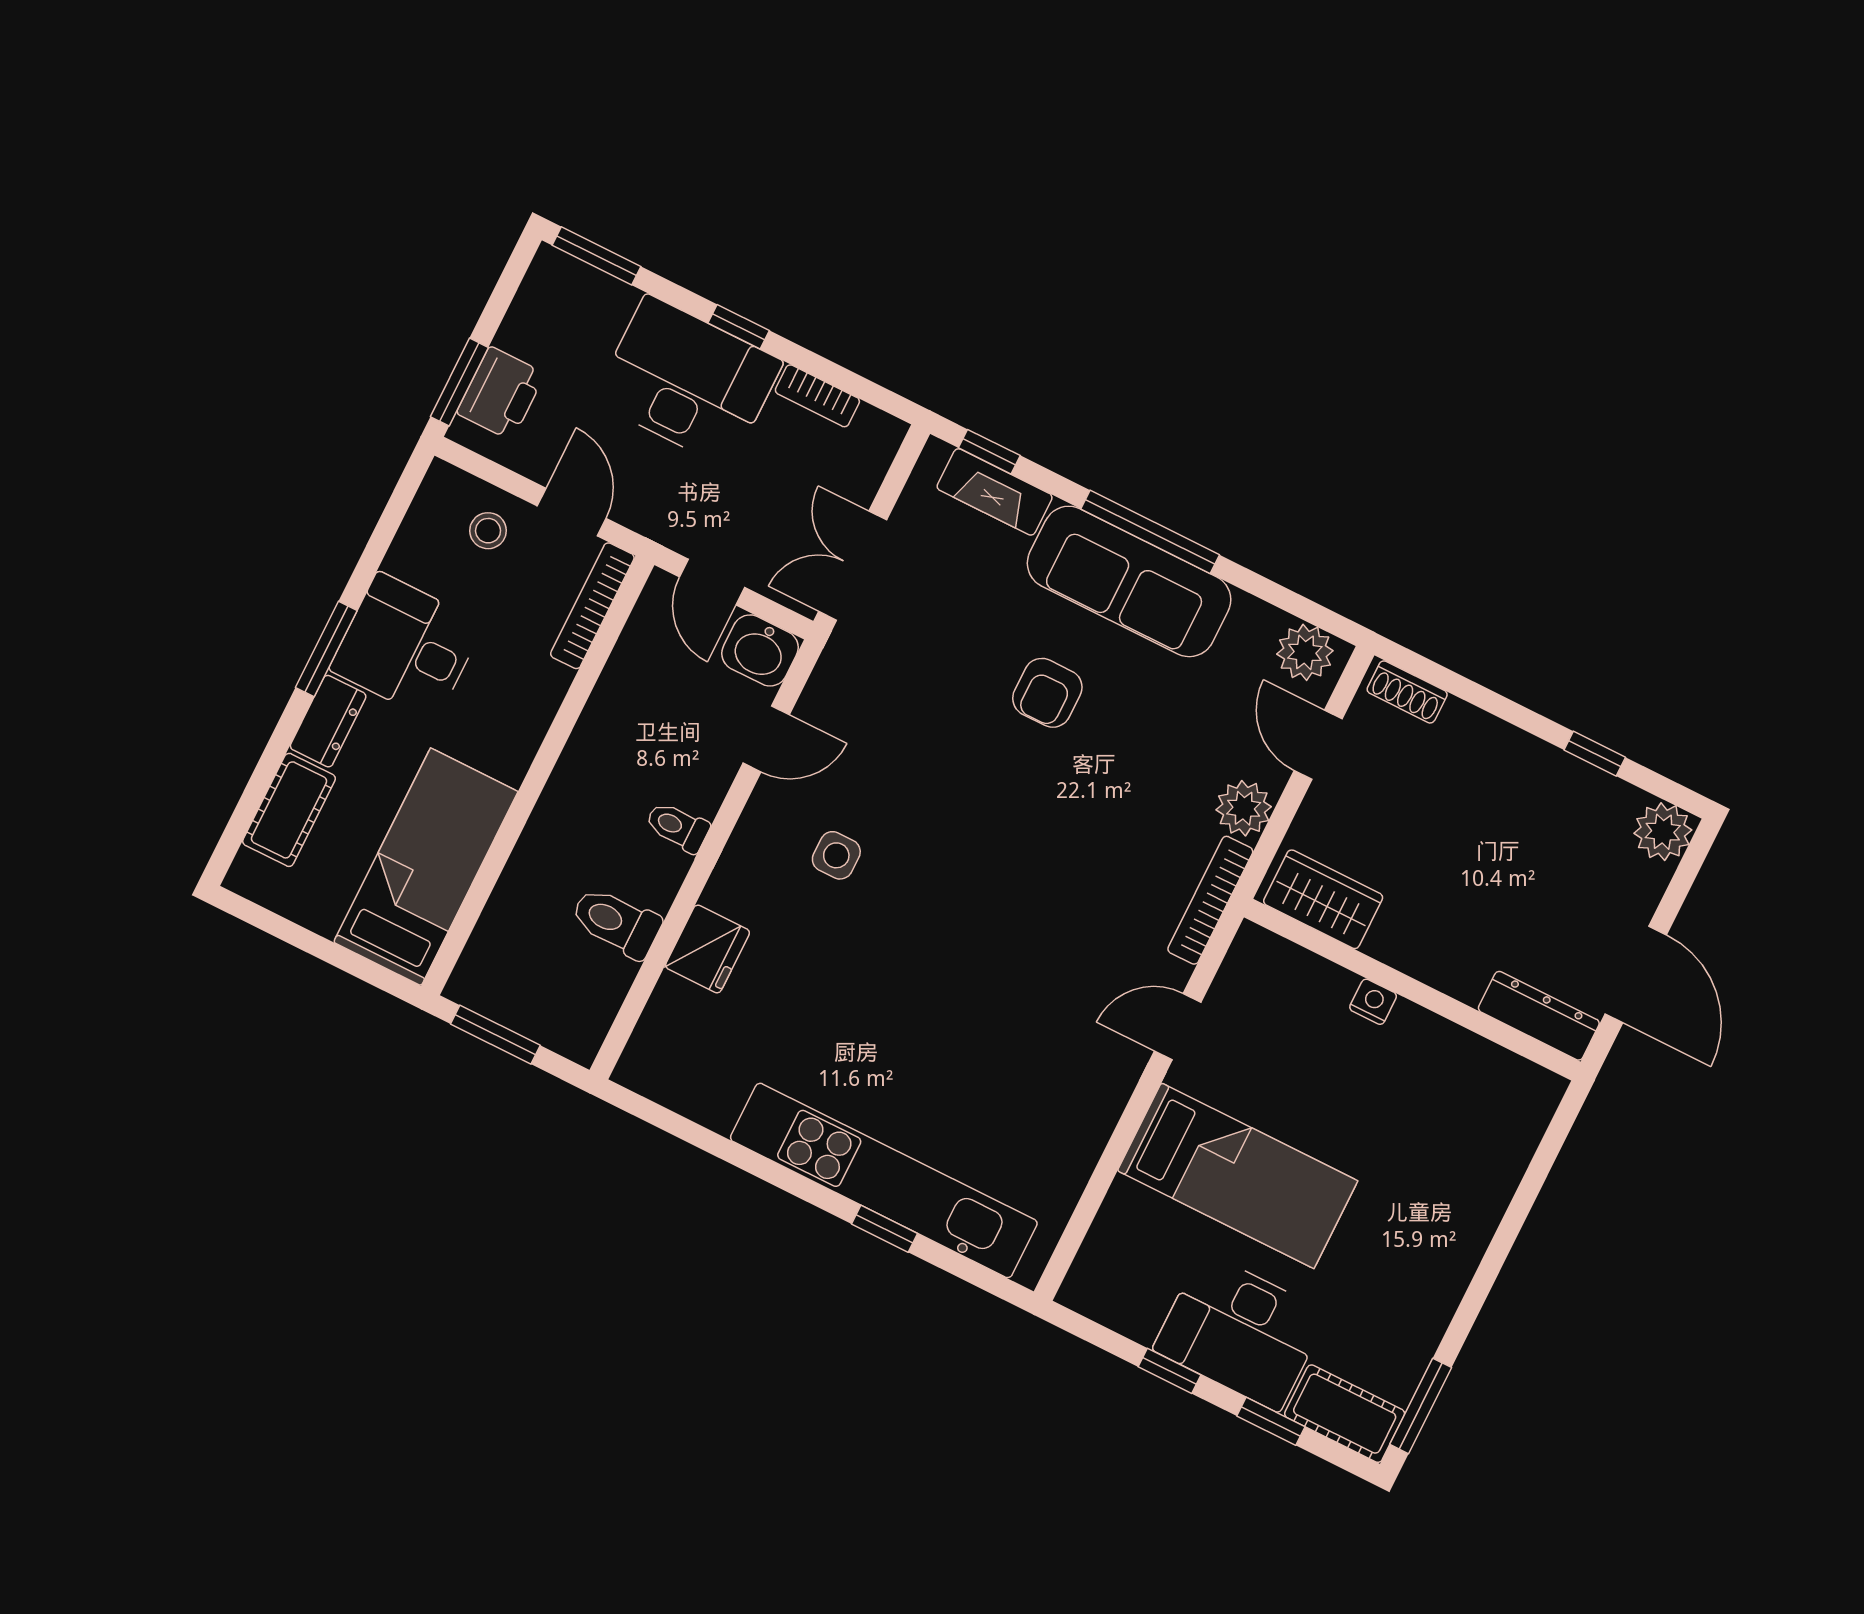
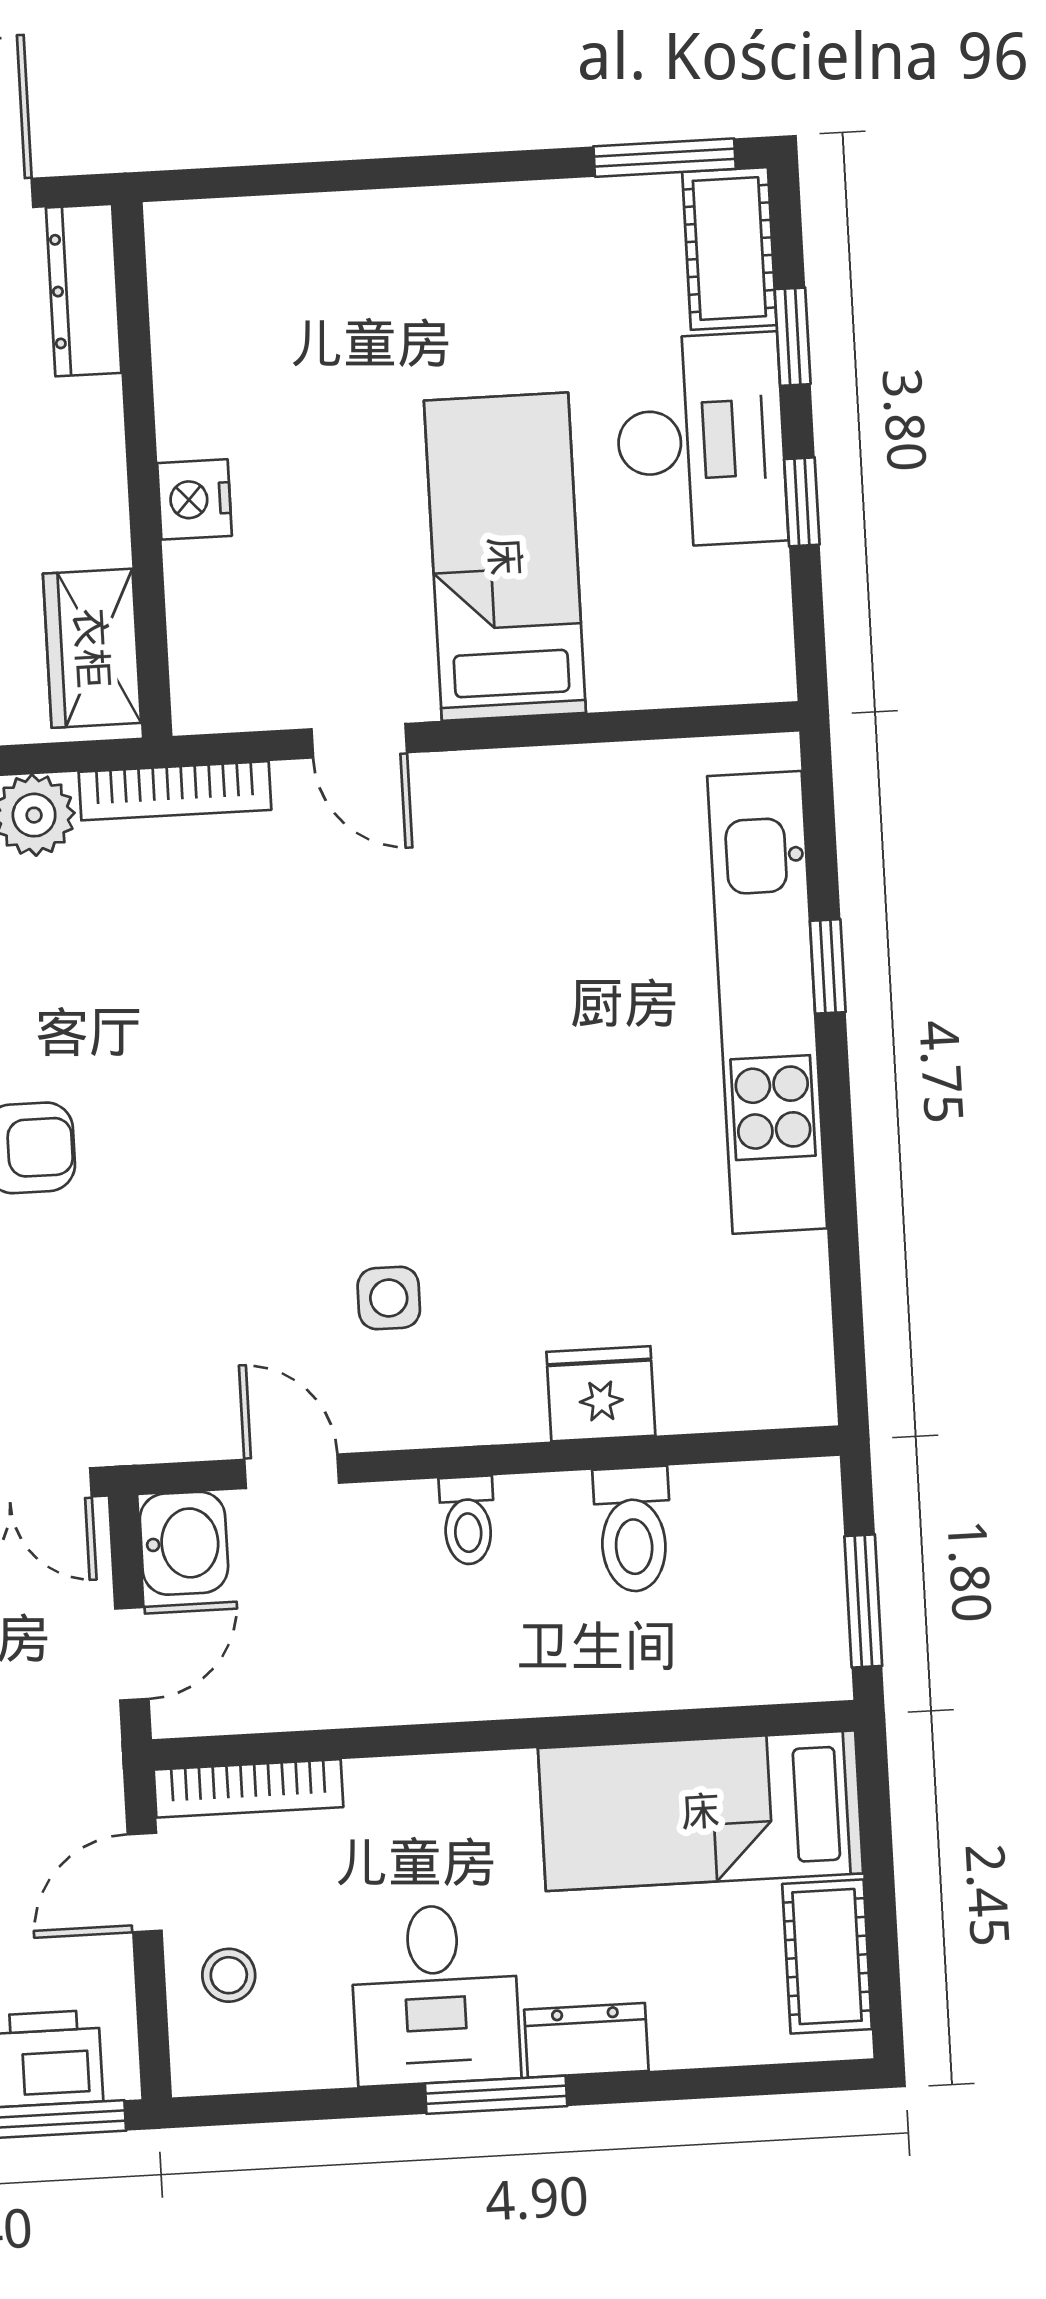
cot: (289, 810) -> (827, 1956), moved, turned 90
nightstand: (1373, 1002) -> (194, 499), width x1.39, depth x1.35

